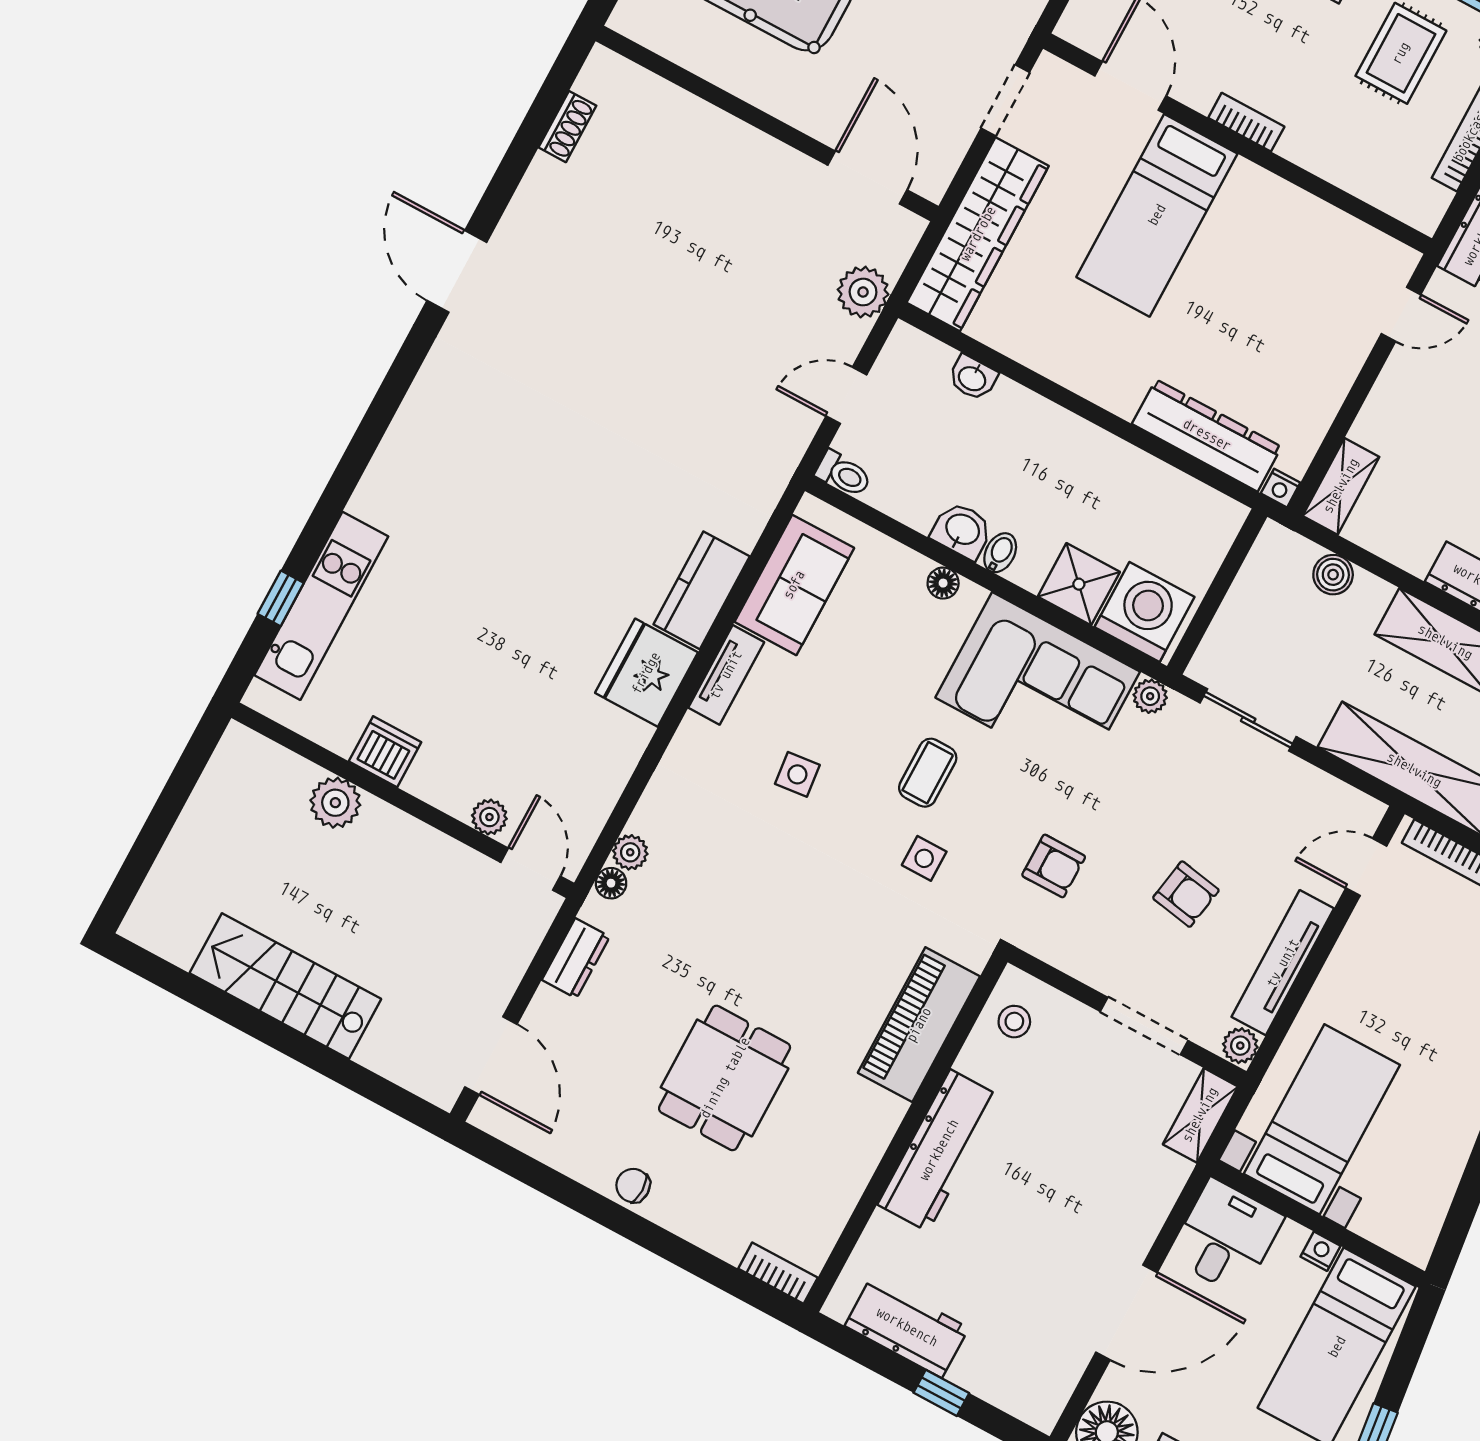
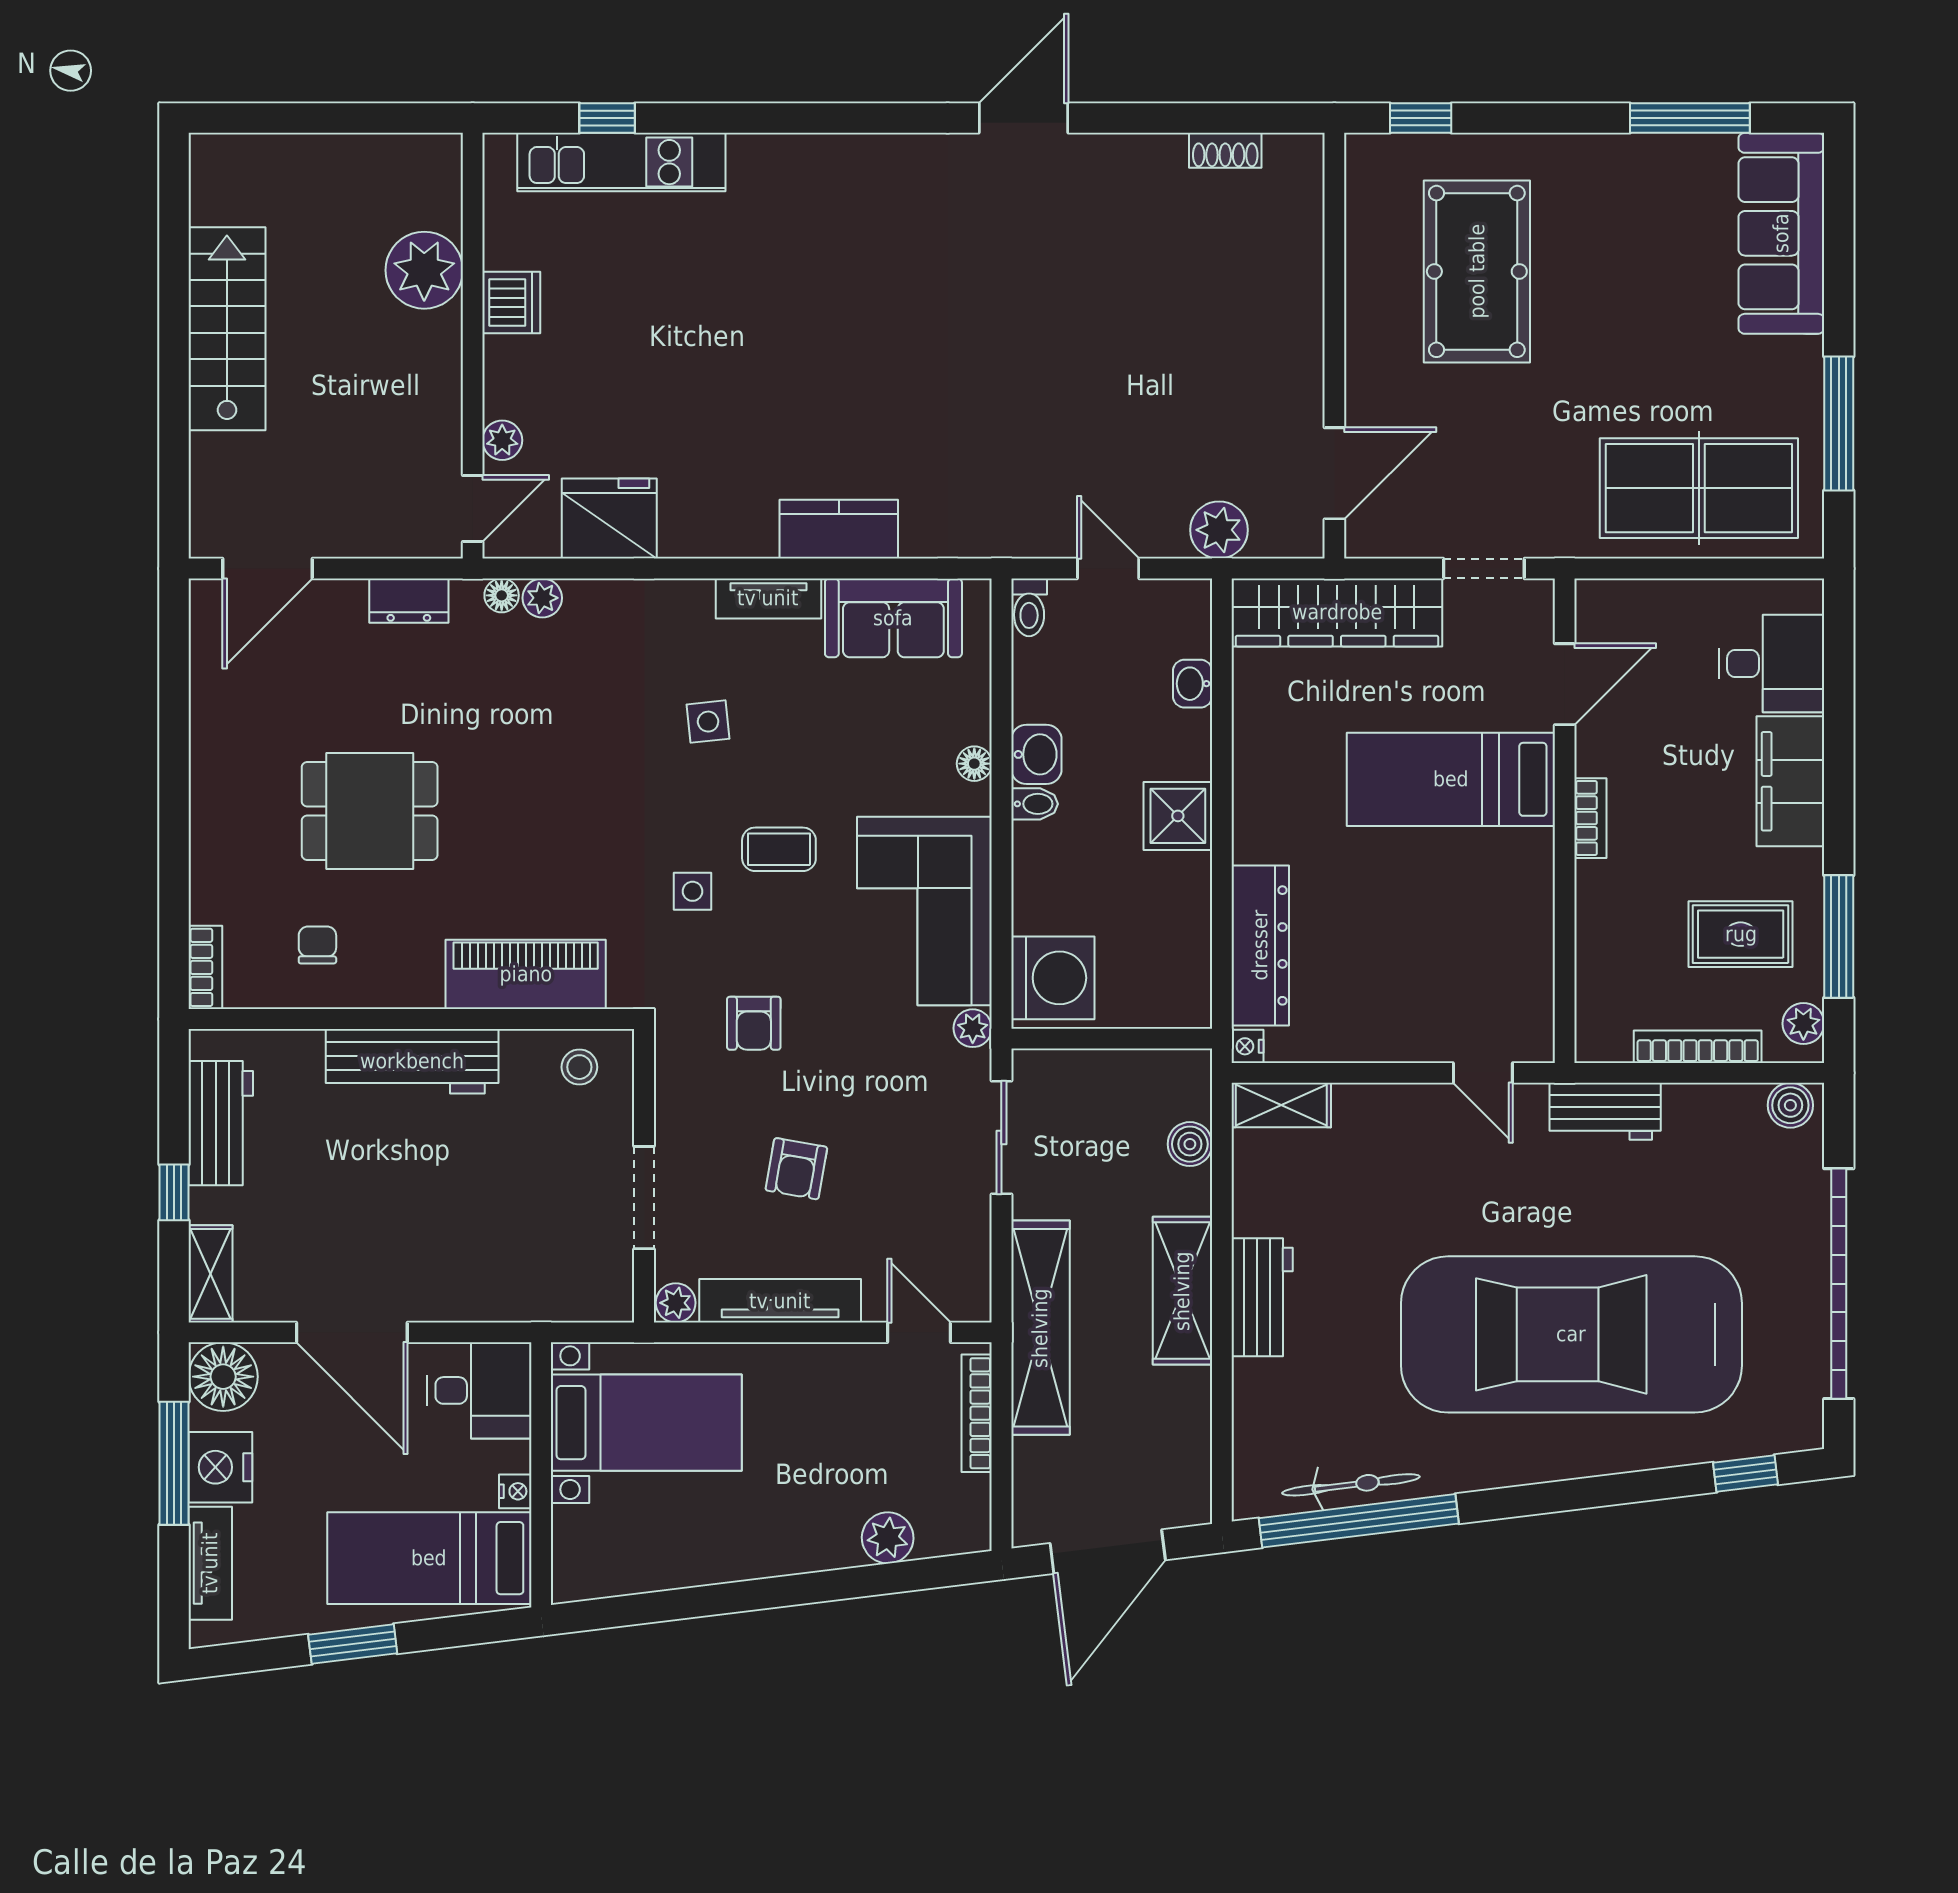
shower: (1079, 584) -> (1178, 816), moved
fridge: (646, 673) -> (609, 519), moved
plant: (335, 803) -> (424, 270), width x1.36, depth x1.36
shelving: (1200, 1115) -> (211, 1274), moved, turned 90
chair: (633, 1185) -> (317, 945), moved

